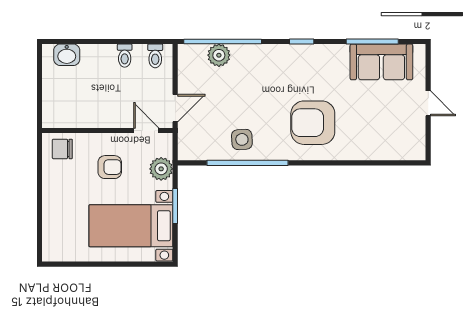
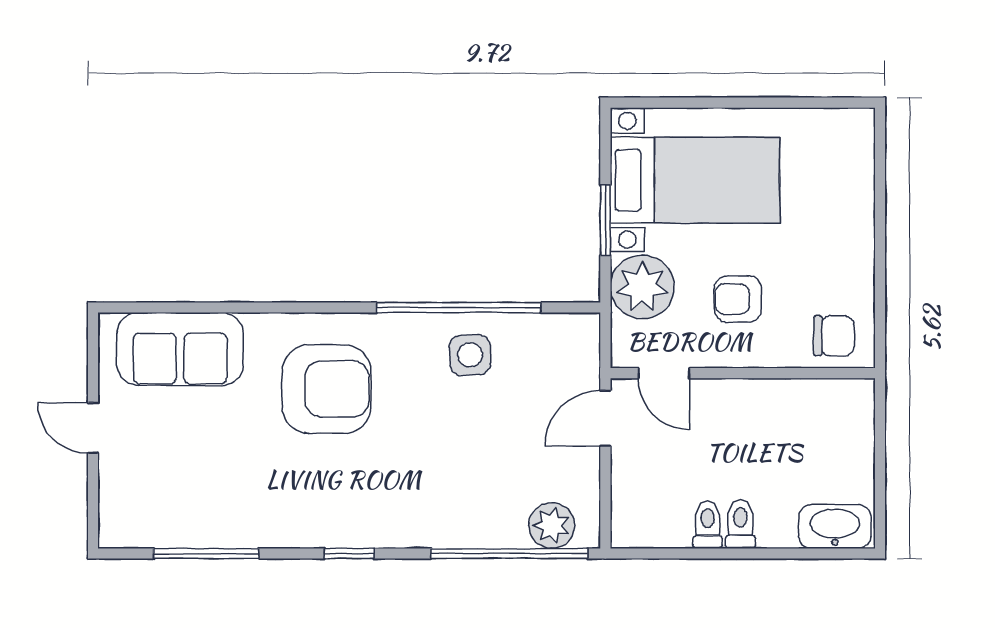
washbasin: (67, 55) -> (835, 526), width x1.38
plant: (219, 55) -> (552, 526), moved
toilet: (155, 56) -> (740, 524), moved
sofa: (381, 62) -> (180, 349), moved, turned 180
plant: (161, 169) -> (642, 287), width x1.36, depth x1.36

